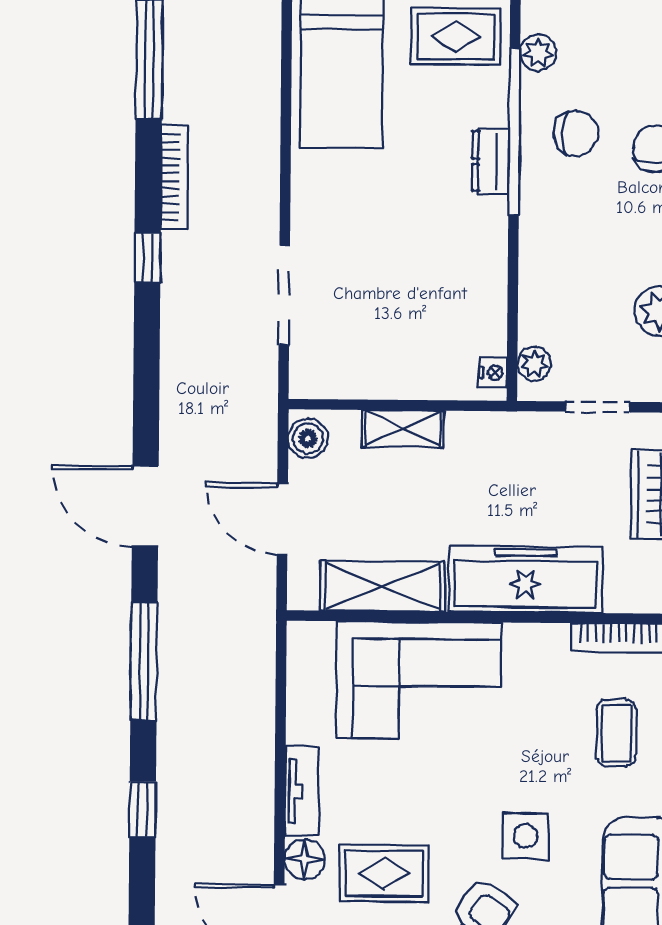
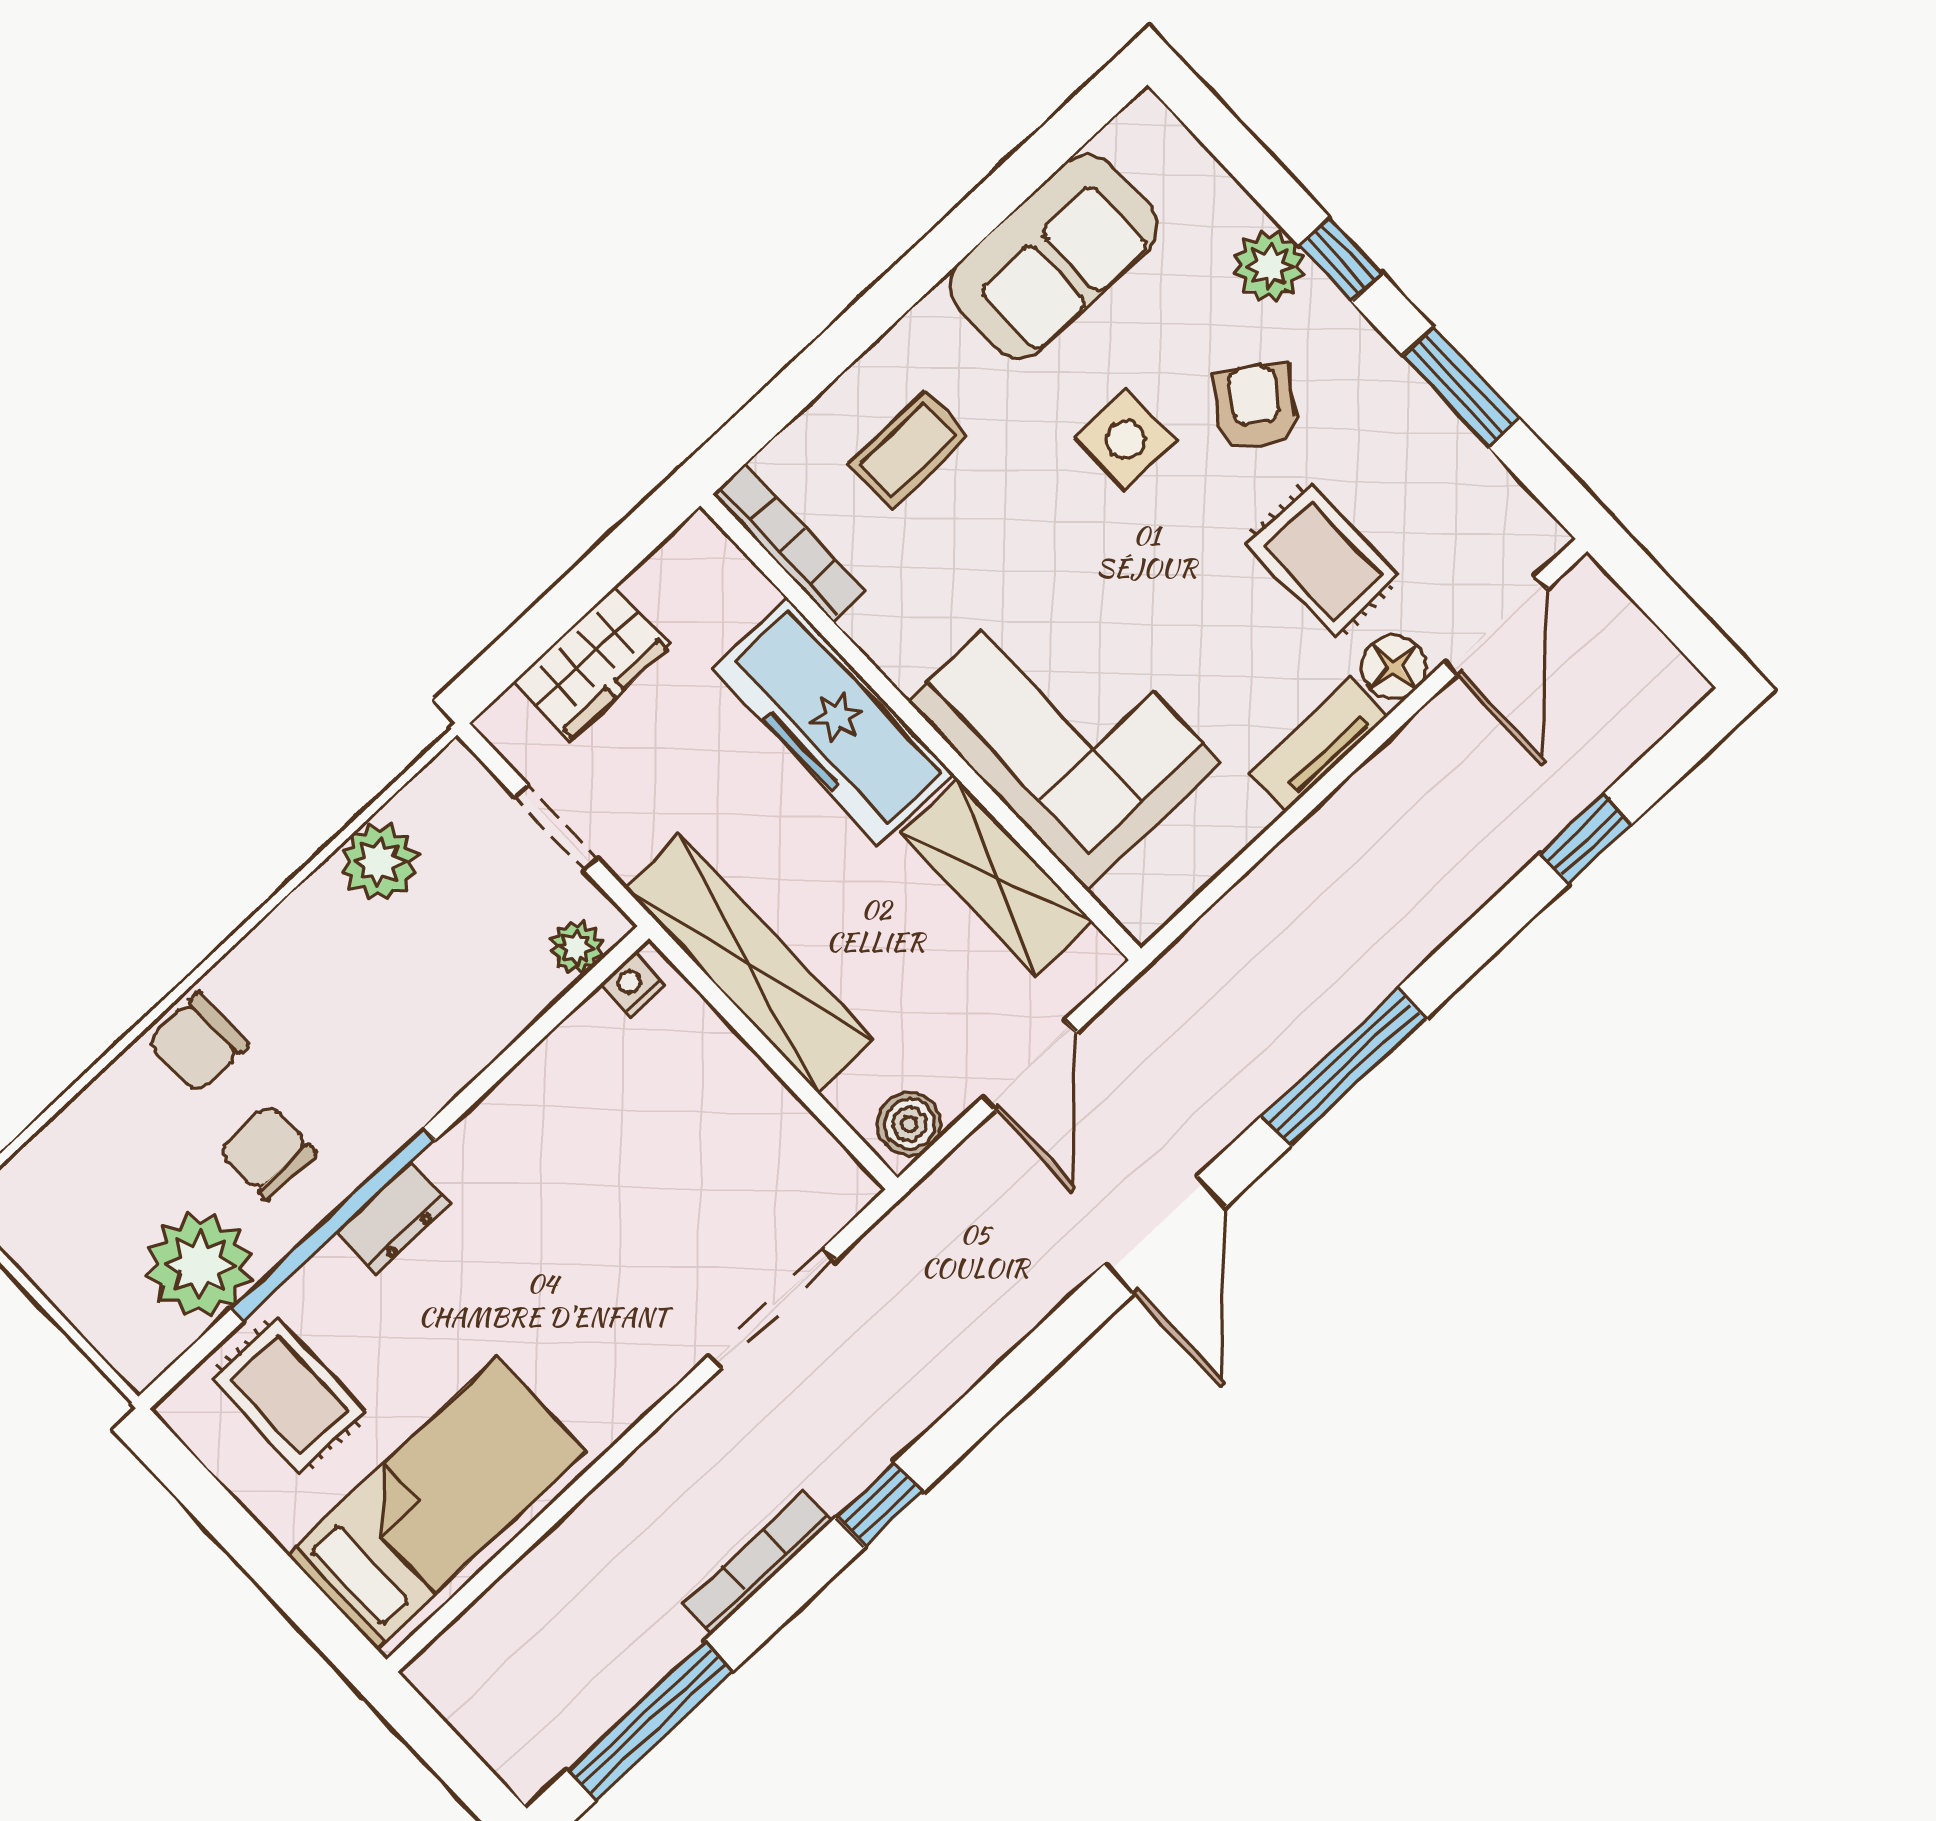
plant: (538, 53) -> (200, 1265), width x1.87, depth x1.87
shelving: (403, 429) -> (749, 964), width x2.20, depth x1.33
window: (143, 809) -> (1586, 839), moved

